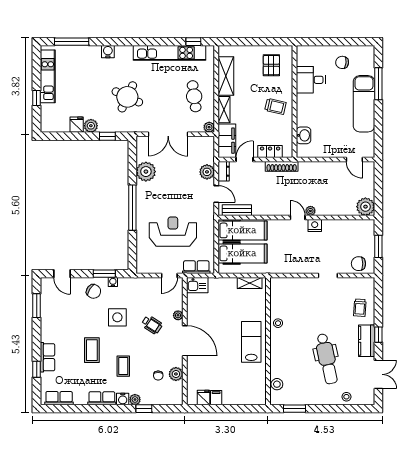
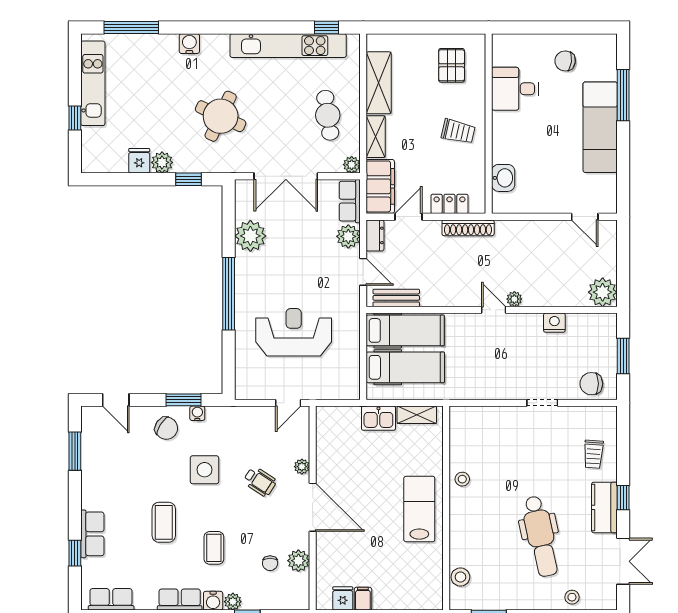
nightstand: (315, 226) -> (554, 323), moved
row of seats: (196, 267) -> (350, 201), moved, turned -90
kitchen sink: (197, 285) -> (378, 418), moved

